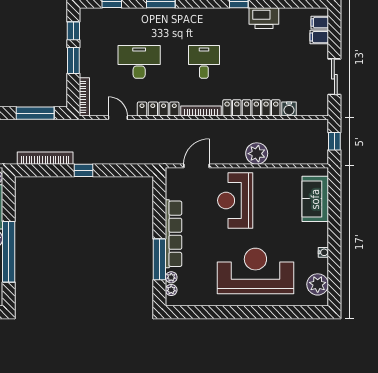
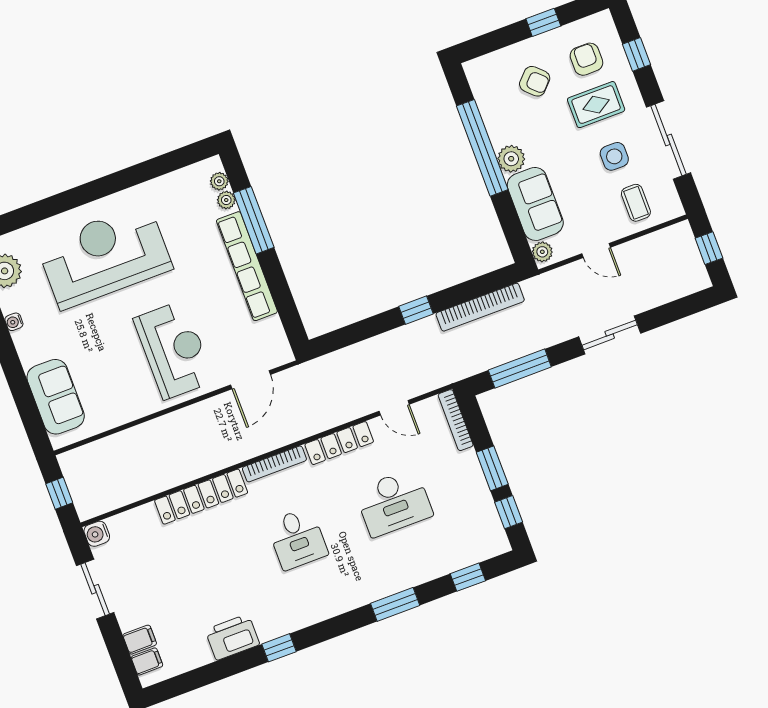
water cooler: (289, 109) -> (97, 534), moved, turned -90
plant: (257, 154) -> (168, 432), removed
reception desk: (255, 271) -> (104, 256), turned 180

